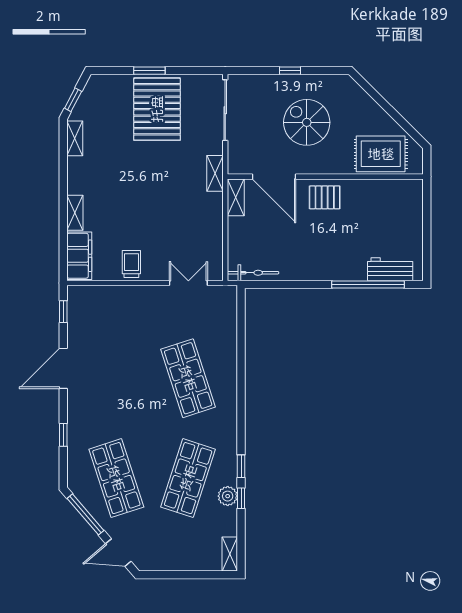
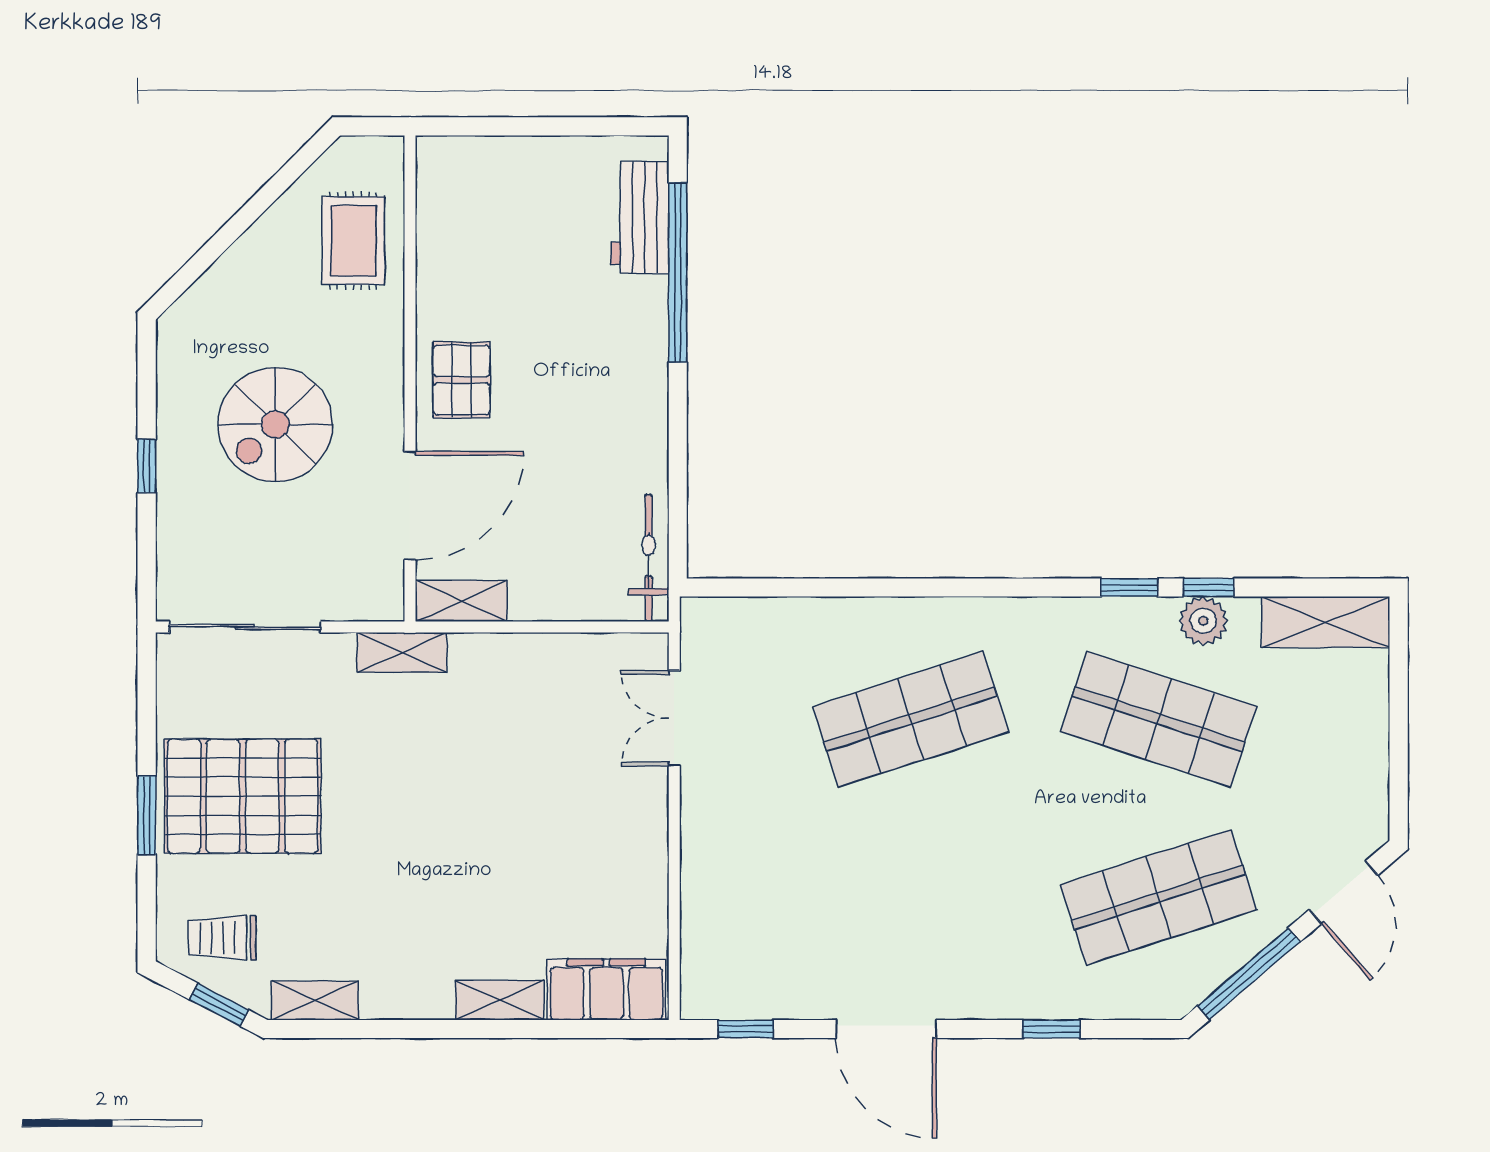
rug: (381, 154) -> (353, 241), width x0.73, depth x0.70
trolley: (131, 264) -> (222, 938), moved
shelving: (230, 554) -> (1326, 622), width x1.50, depth x1.33

